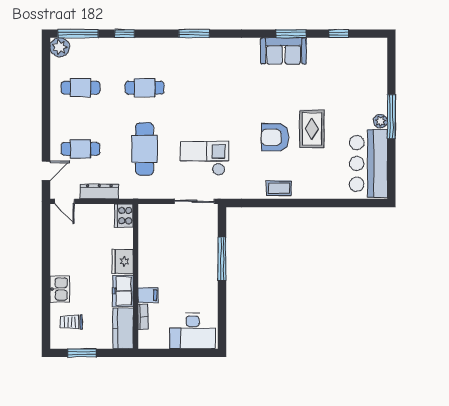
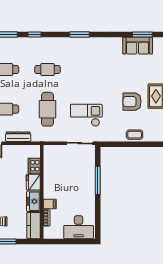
cooker: (124, 216) -> (34, 166), moved

